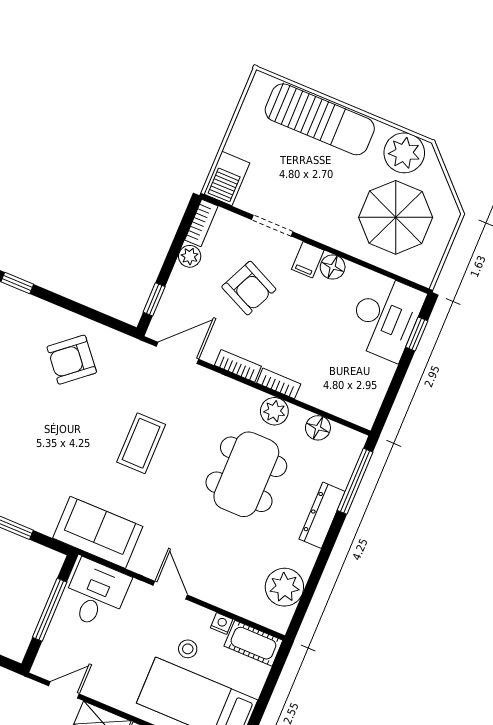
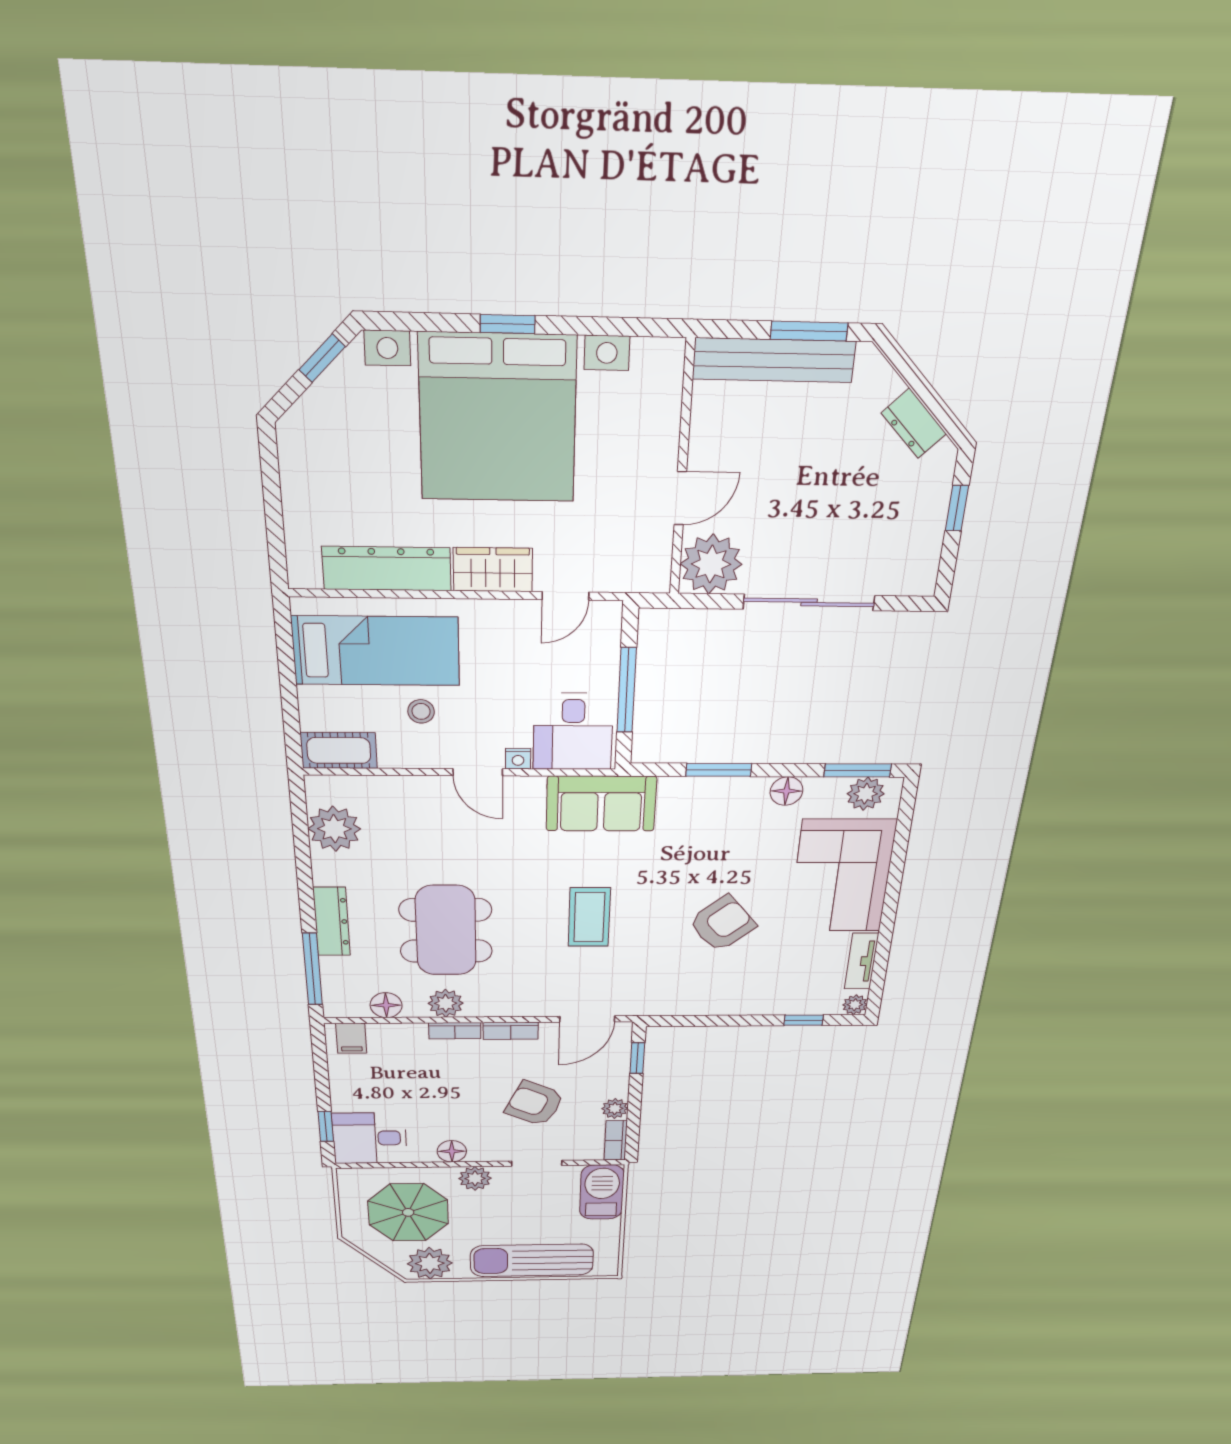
barbecue: (227, 179) -> (602, 1192), width x1.37, depth x1.21
plant: (327, 231) -> (475, 1178), added
filing cabinet: (308, 260) -> (351, 1038), moved, turned 180
desk: (385, 317) -> (370, 1138), width x0.73
armchair: (72, 360) -> (722, 924), moved
nightstand: (222, 623) -> (518, 759), moved

